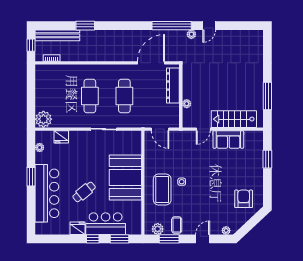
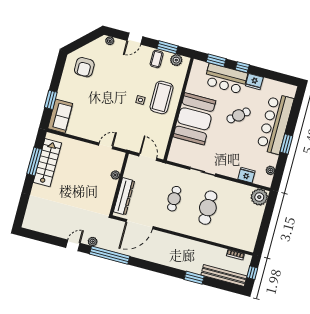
cafe table: (124, 96) -> (174, 199), width x0.73, depth x0.74
stairs: (234, 119) -> (47, 163), moved, turned -90
sofa: (228, 139) -> (60, 116), moved, turned 90

